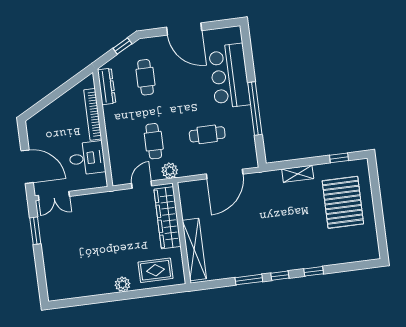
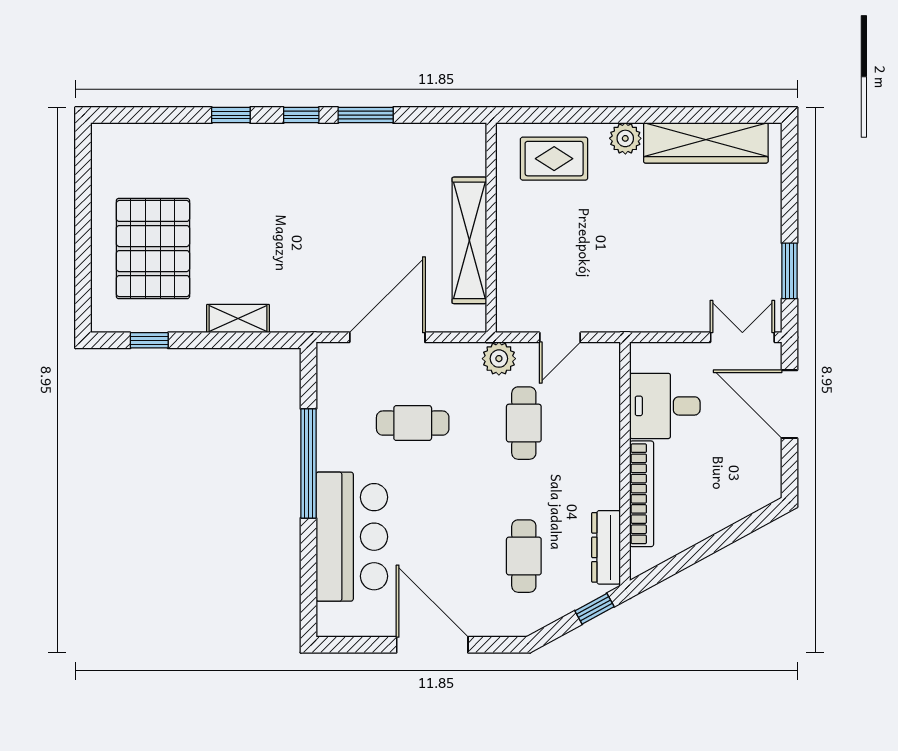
window: (122, 46) -> (594, 609), moved
wardrobe: (167, 218) -> (706, 143), moved, turned 90
shelving: (194, 250) -> (469, 240), moved

